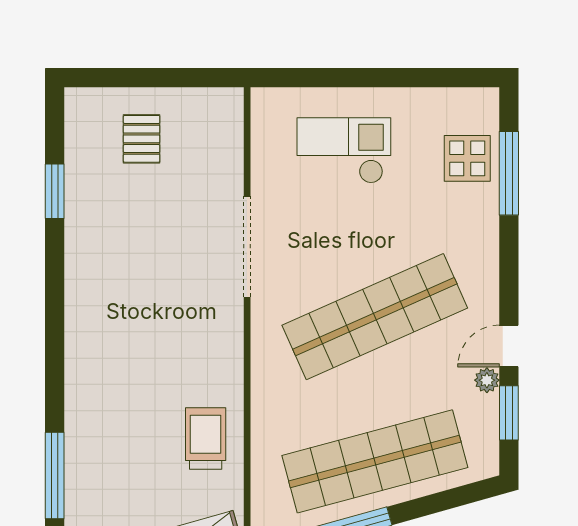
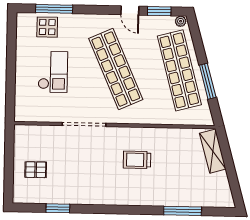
checkout: (344, 150) -> (53, 72), moved, turned 180
plant: (487, 380) -> (181, 21), moved
trolley: (206, 438) -> (137, 160), moved

